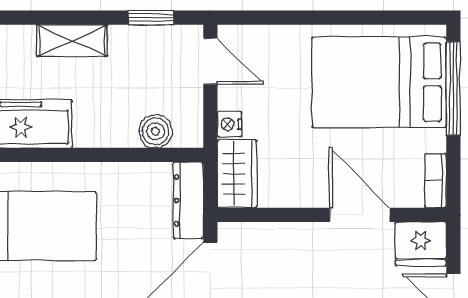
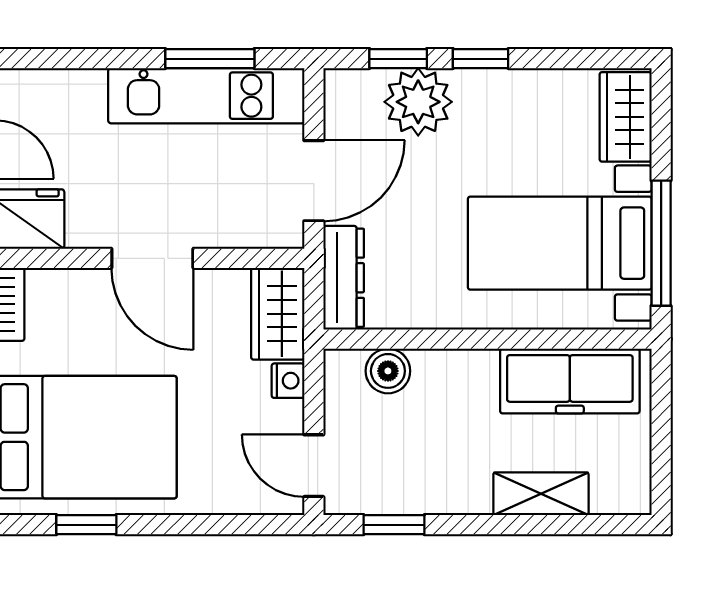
window: (379, 18) -> (86, 525), added
shelving: (72, 40) -> (541, 494), moved
door: (360, 215) -> (152, 258), moved

